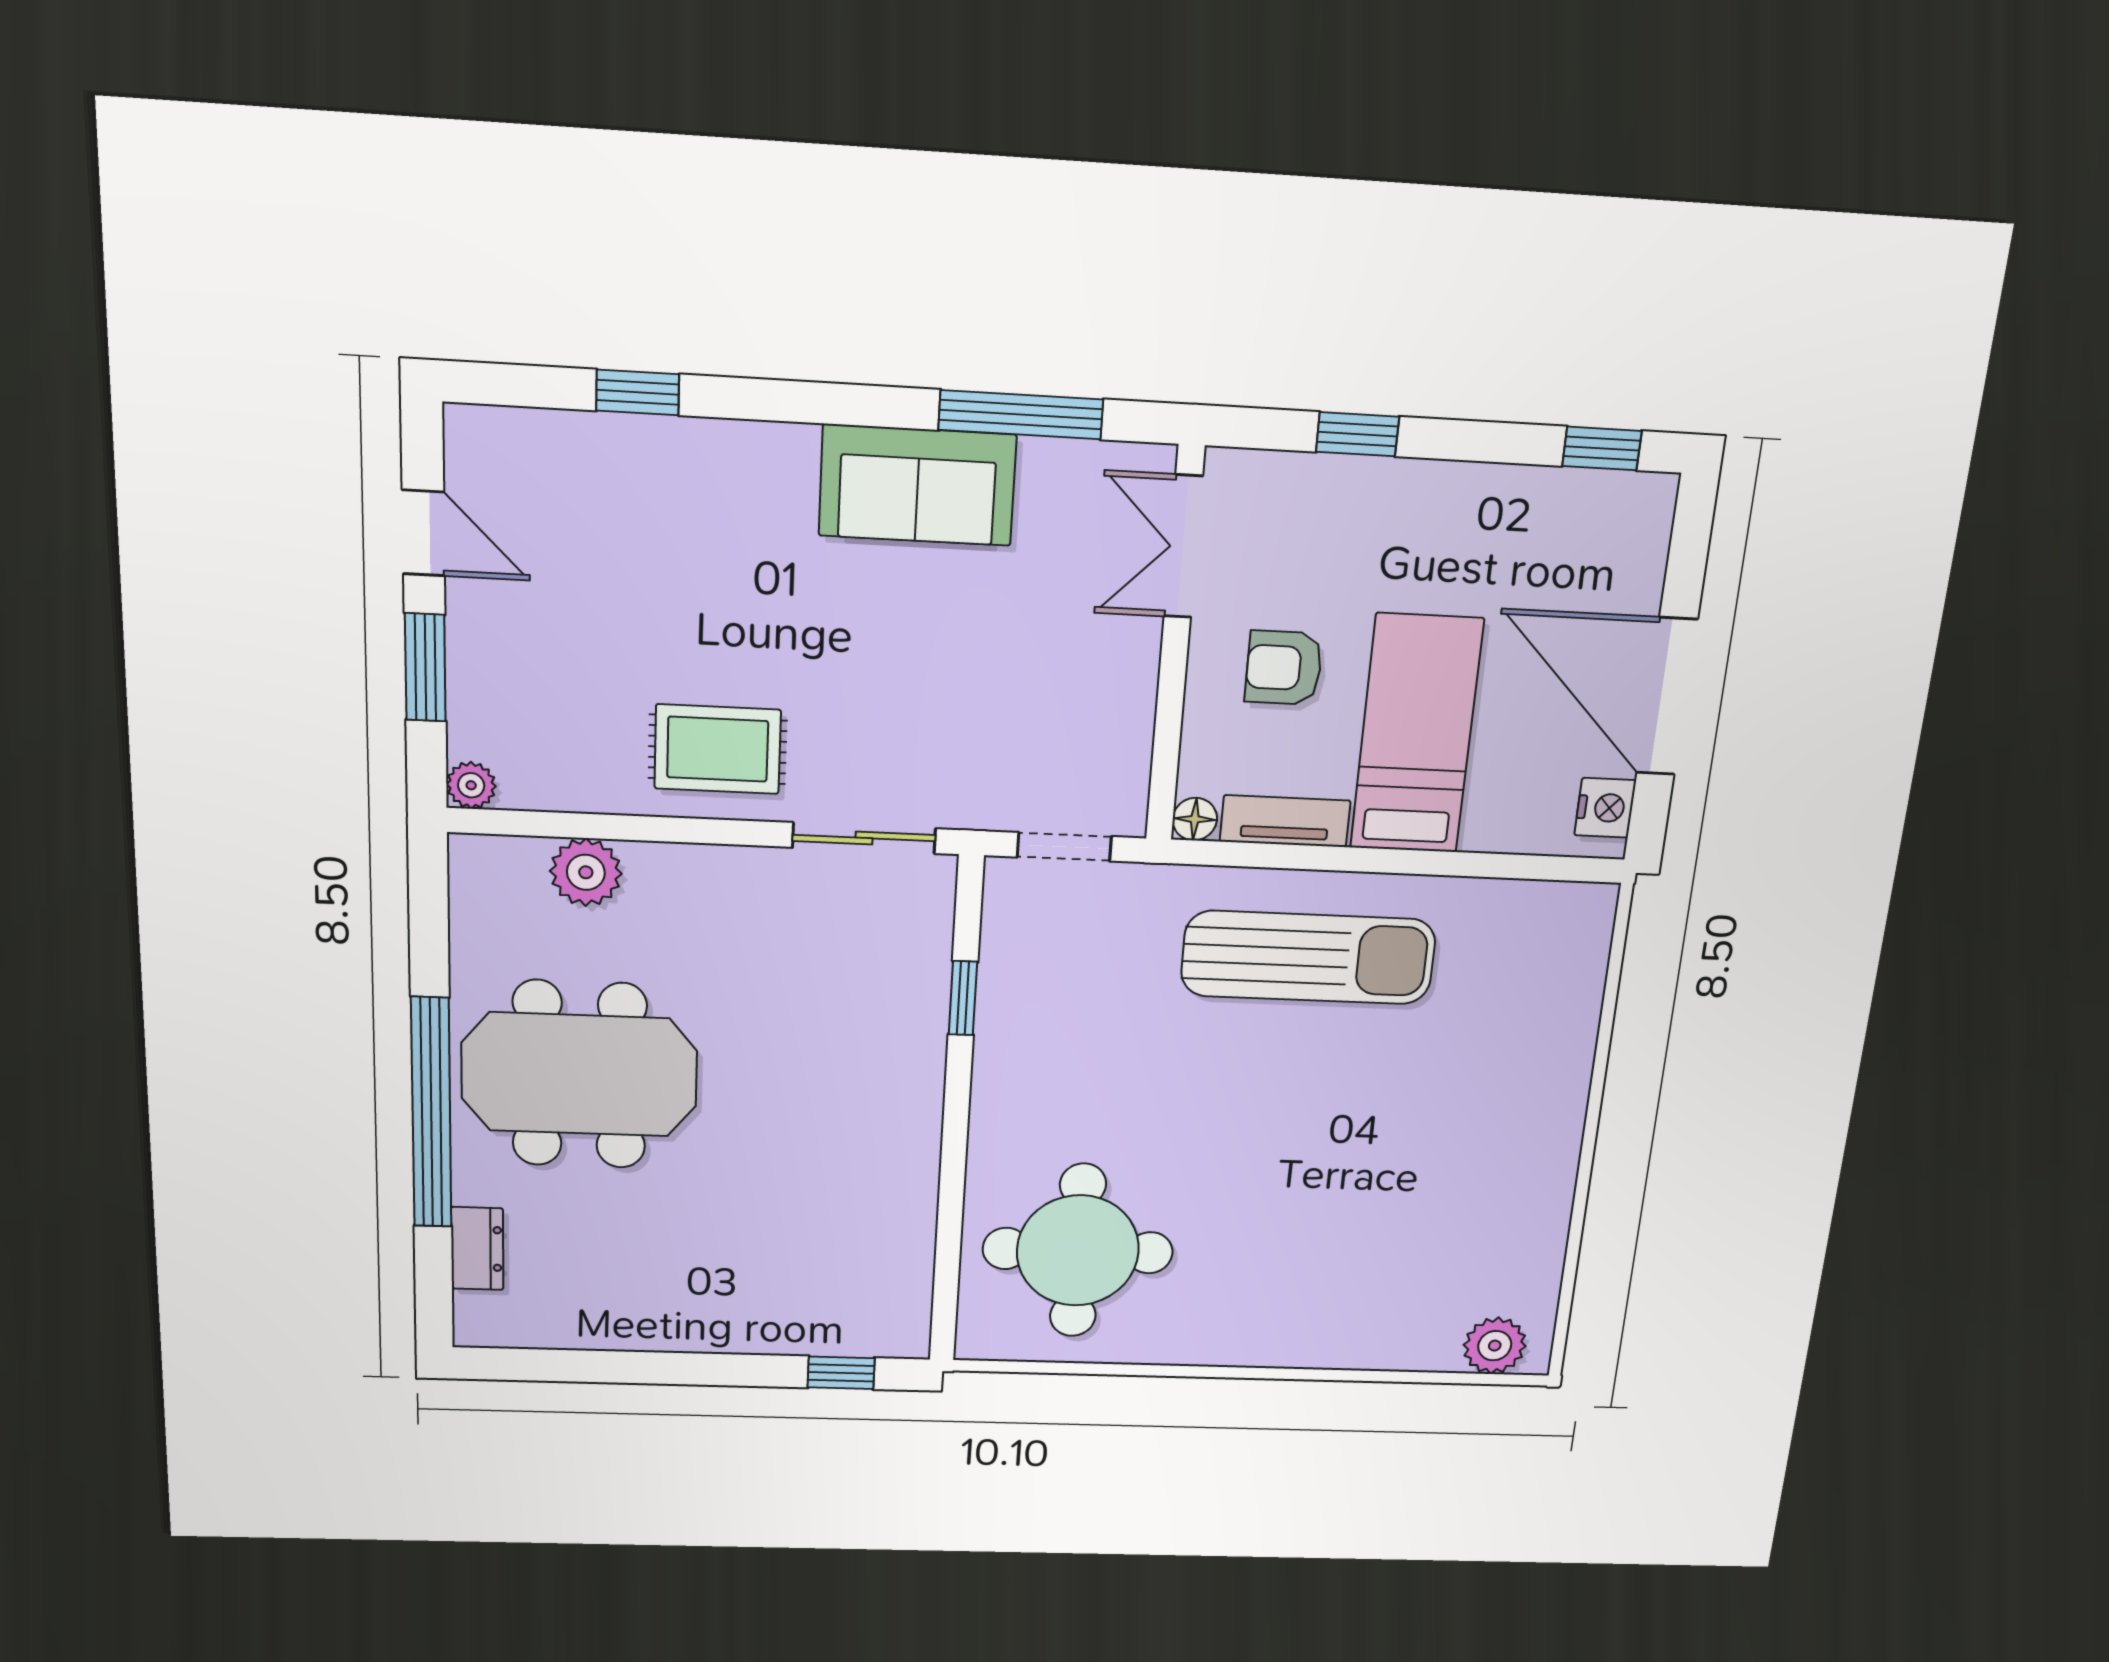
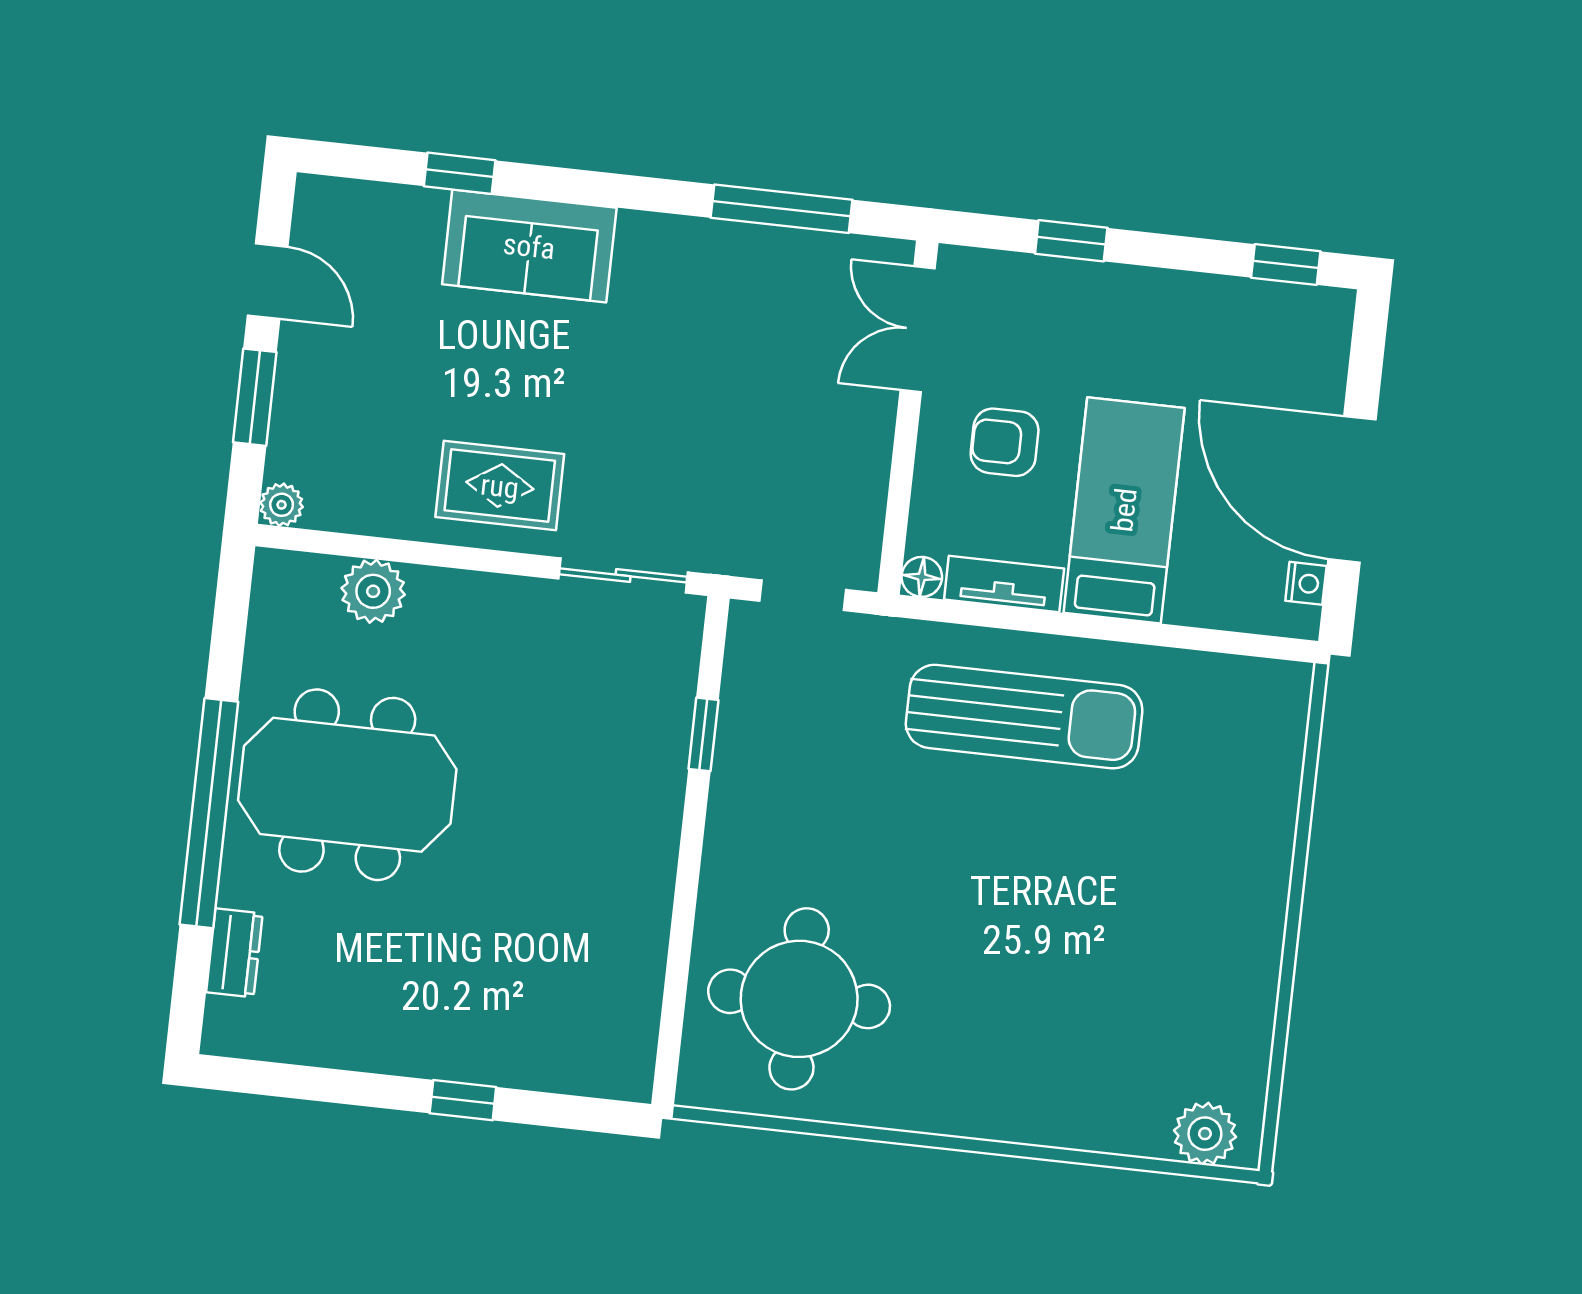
sofa: (917, 485) -> (529, 246), moved
nightstand: (1605, 808) -> (1306, 583), width x0.72, depth x0.74
window: (841, 1373) -> (463, 1100), moved

